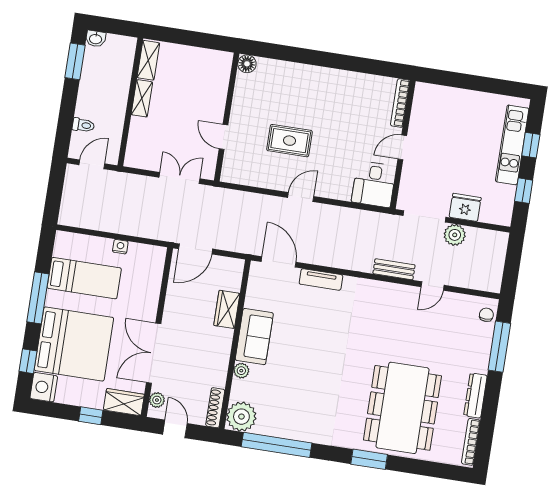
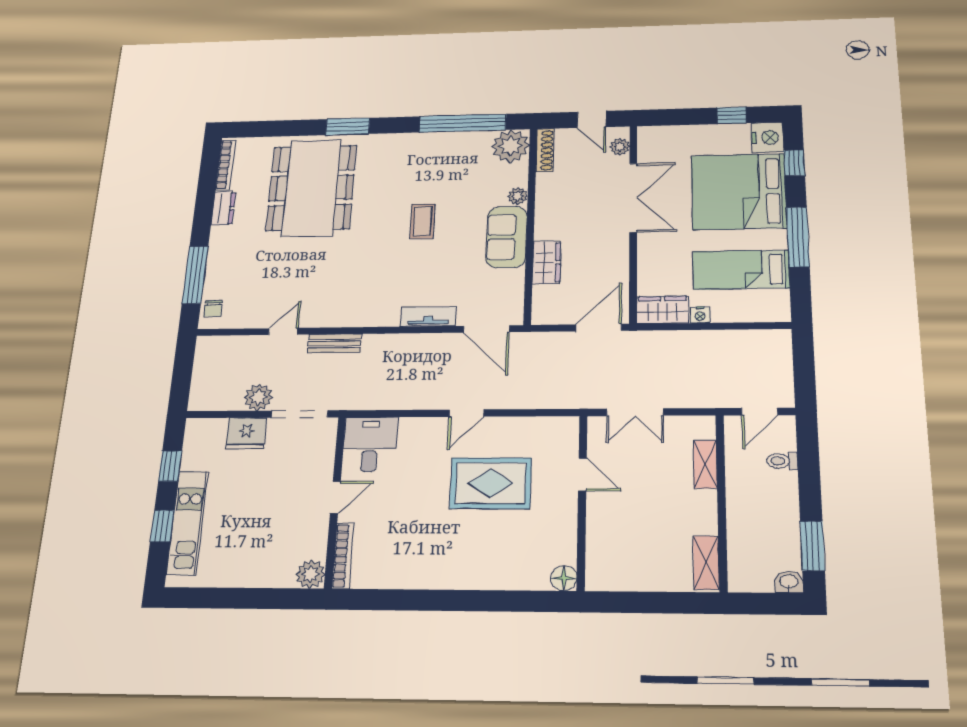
plant: (424, 93) -> (311, 574), added
shelving: (142, 98) -> (705, 464), moved
rug: (289, 141) -> (491, 483), width x1.36, depth x1.43
coffee table: (317, 362) -> (422, 221), added
dresser: (475, 396) -> (223, 208), width x0.70
wardrobe: (124, 402) -> (663, 310), moved, turned 180
window: (91, 416) -> (732, 115), moved

